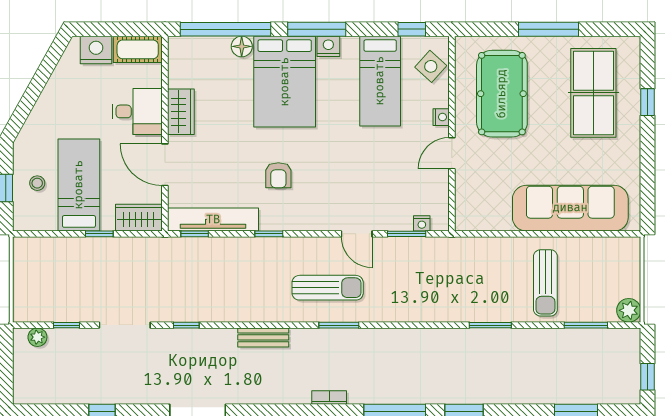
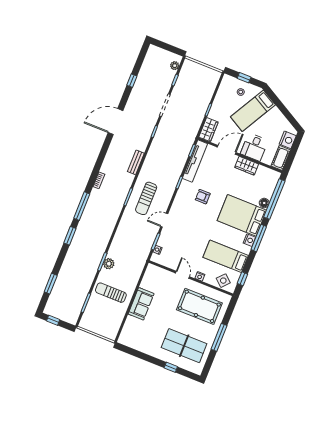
bed: (79, 185) -> (253, 111), moved, turned 119
sofa: (570, 208) -> (141, 304), width x0.54, depth x0.79
plant: (629, 310) -> (109, 264), moved

